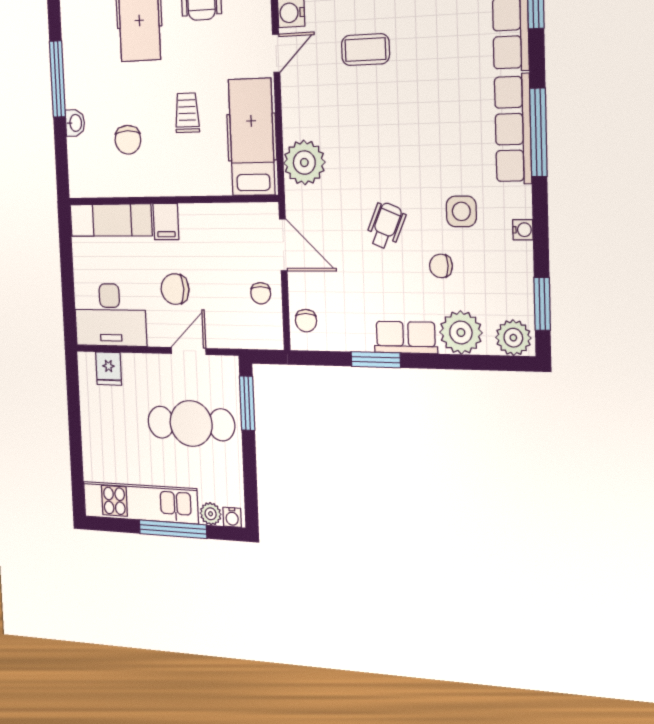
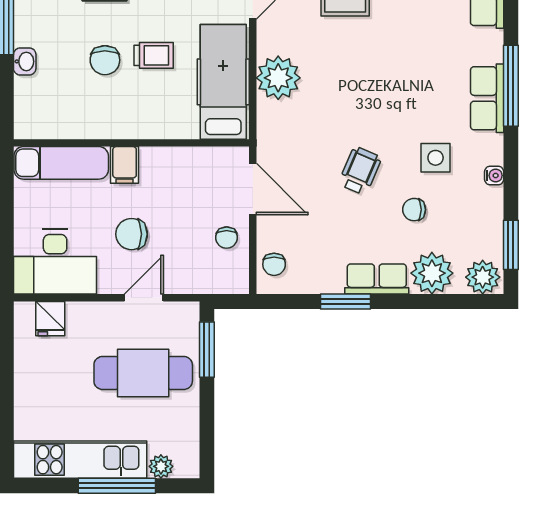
trolley: (187, 113) -> (154, 55), turned 90
row of seats: (513, 129) -> (487, 98), width x0.68
chair: (128, 140) -> (105, 60), moved
plant: (304, 163) -> (278, 78), moved
water cooler: (232, 517) -> (185, 469), removed

